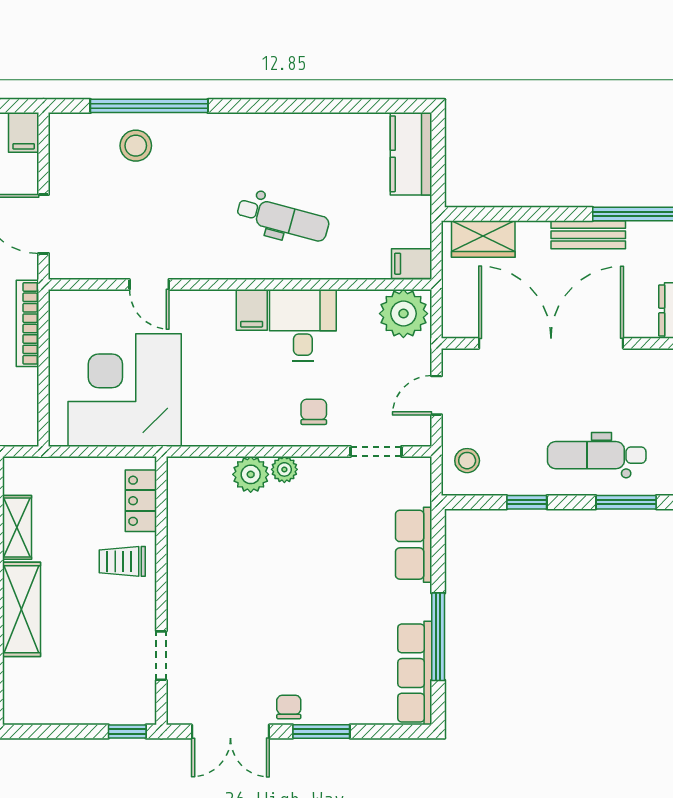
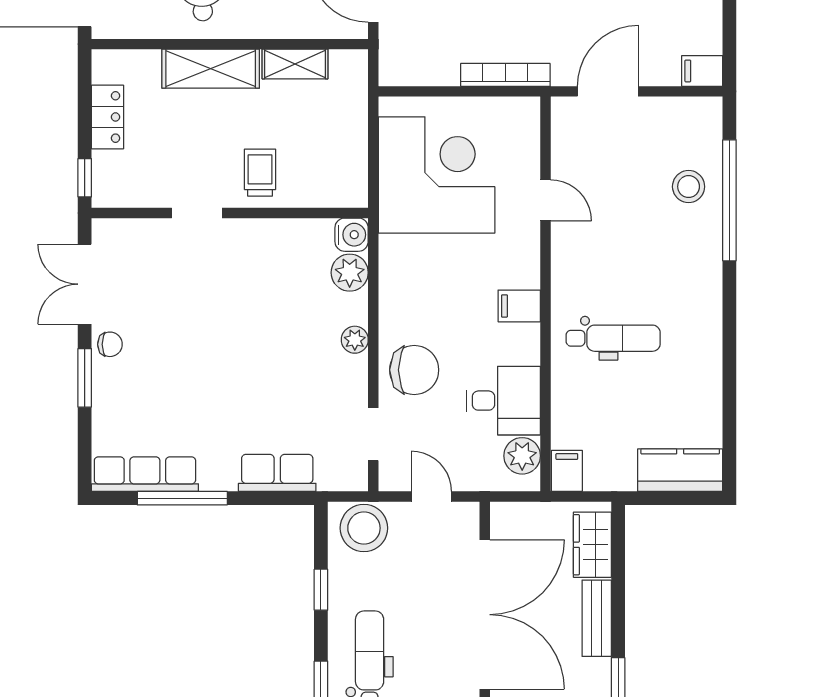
dental chair: (283, 219) -> (613, 338), turned -105
bench: (588, 235) -> (597, 618), moved
door: (149, 284) -> (545, 200), swing flipped
plant: (403, 314) -> (522, 456), width x0.73, depth x0.73
desk: (303, 325) -> (503, 401), moved
chair: (314, 412) -> (414, 370), width x1.87, depth x1.87
stool: (467, 461) -> (364, 528), width x1.89, depth x1.89
water cooler: (182, 473) -> (352, 235), added
plant: (251, 474) -> (350, 273), moved
locker: (141, 501) -> (107, 117), moved, turned 90
doorway: (161, 656) -> (197, 213), moved

